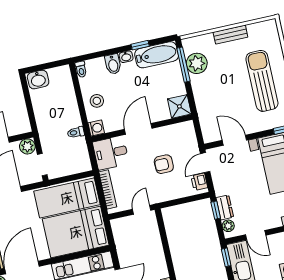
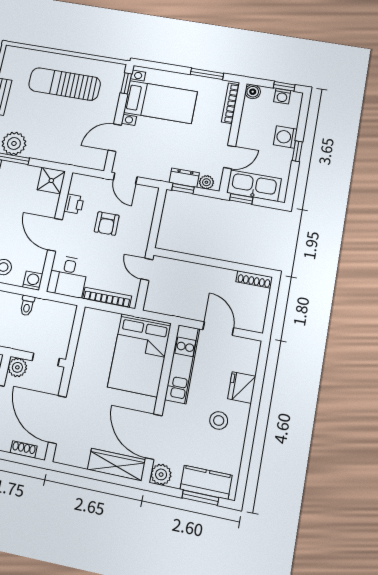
printer: (199, 182) -> (74, 204), moved, turned -90
bed: (67, 198) -> (96, 348), removed

